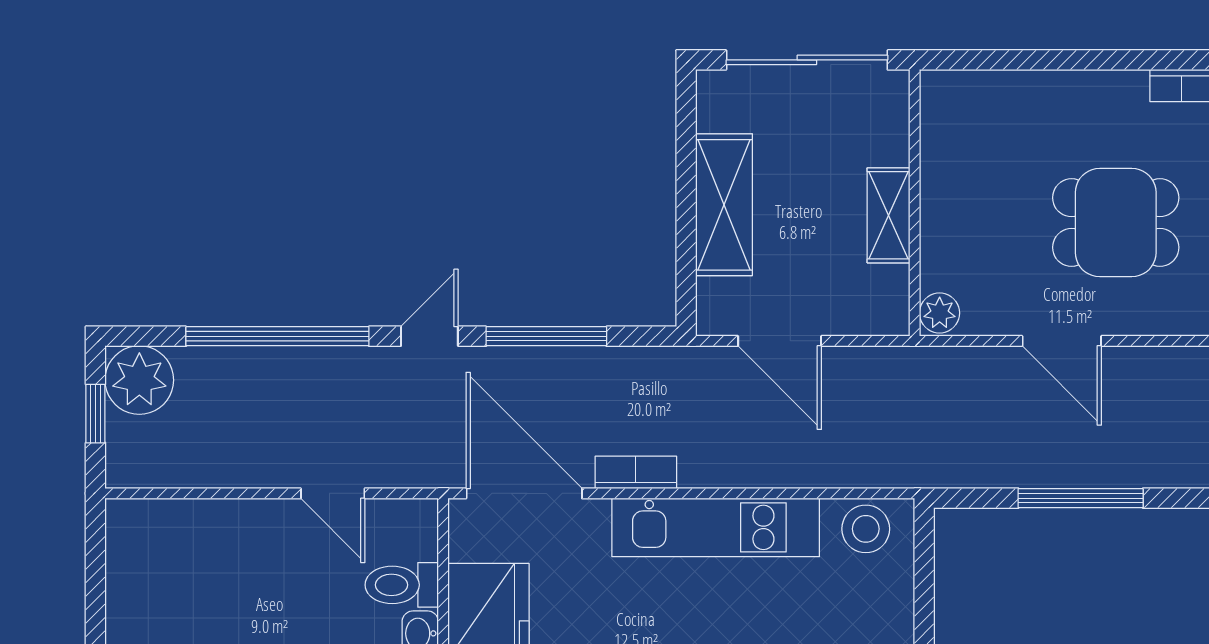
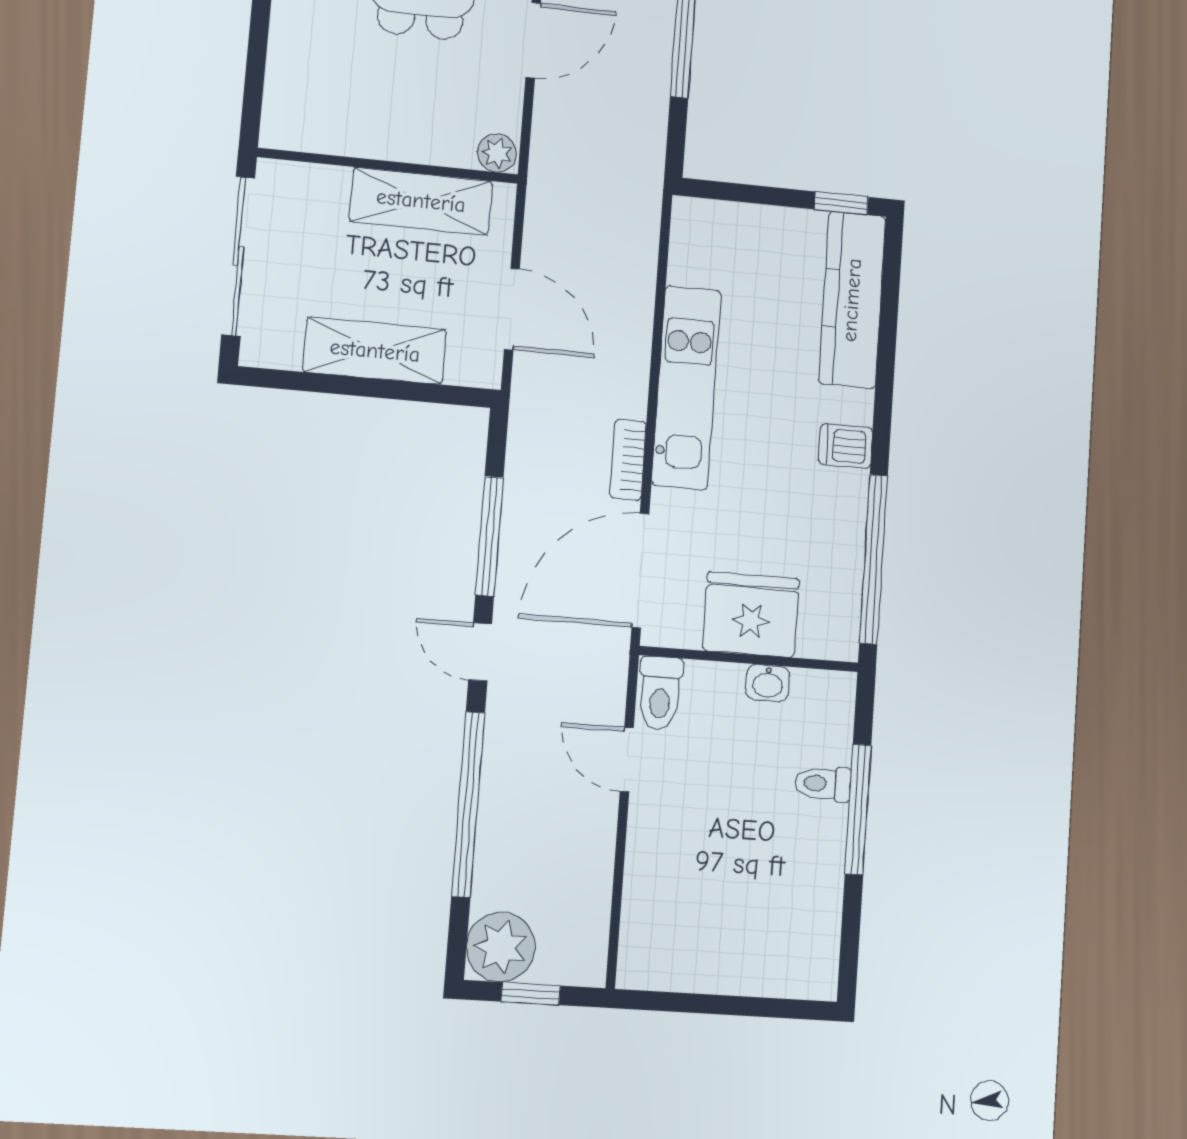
shelving: (889, 215) -> (421, 201), width x1.50, depth x1.33
door: (780, 341) -> (512, 309), hinge flipped
door: (333, 493) -> (627, 760), swing flipped
stool: (866, 529) -> (698, 244), removed
toilet: (402, 585) -> (660, 693), moved

